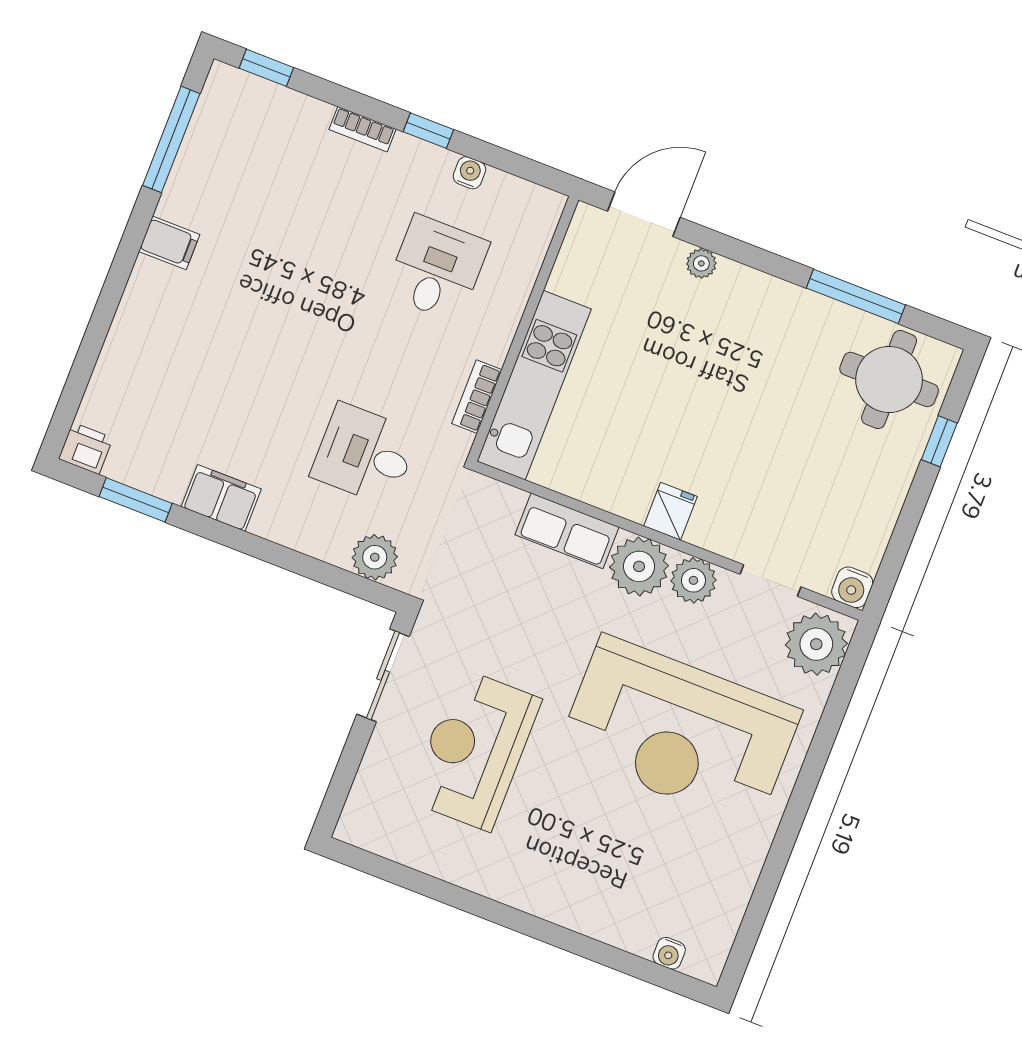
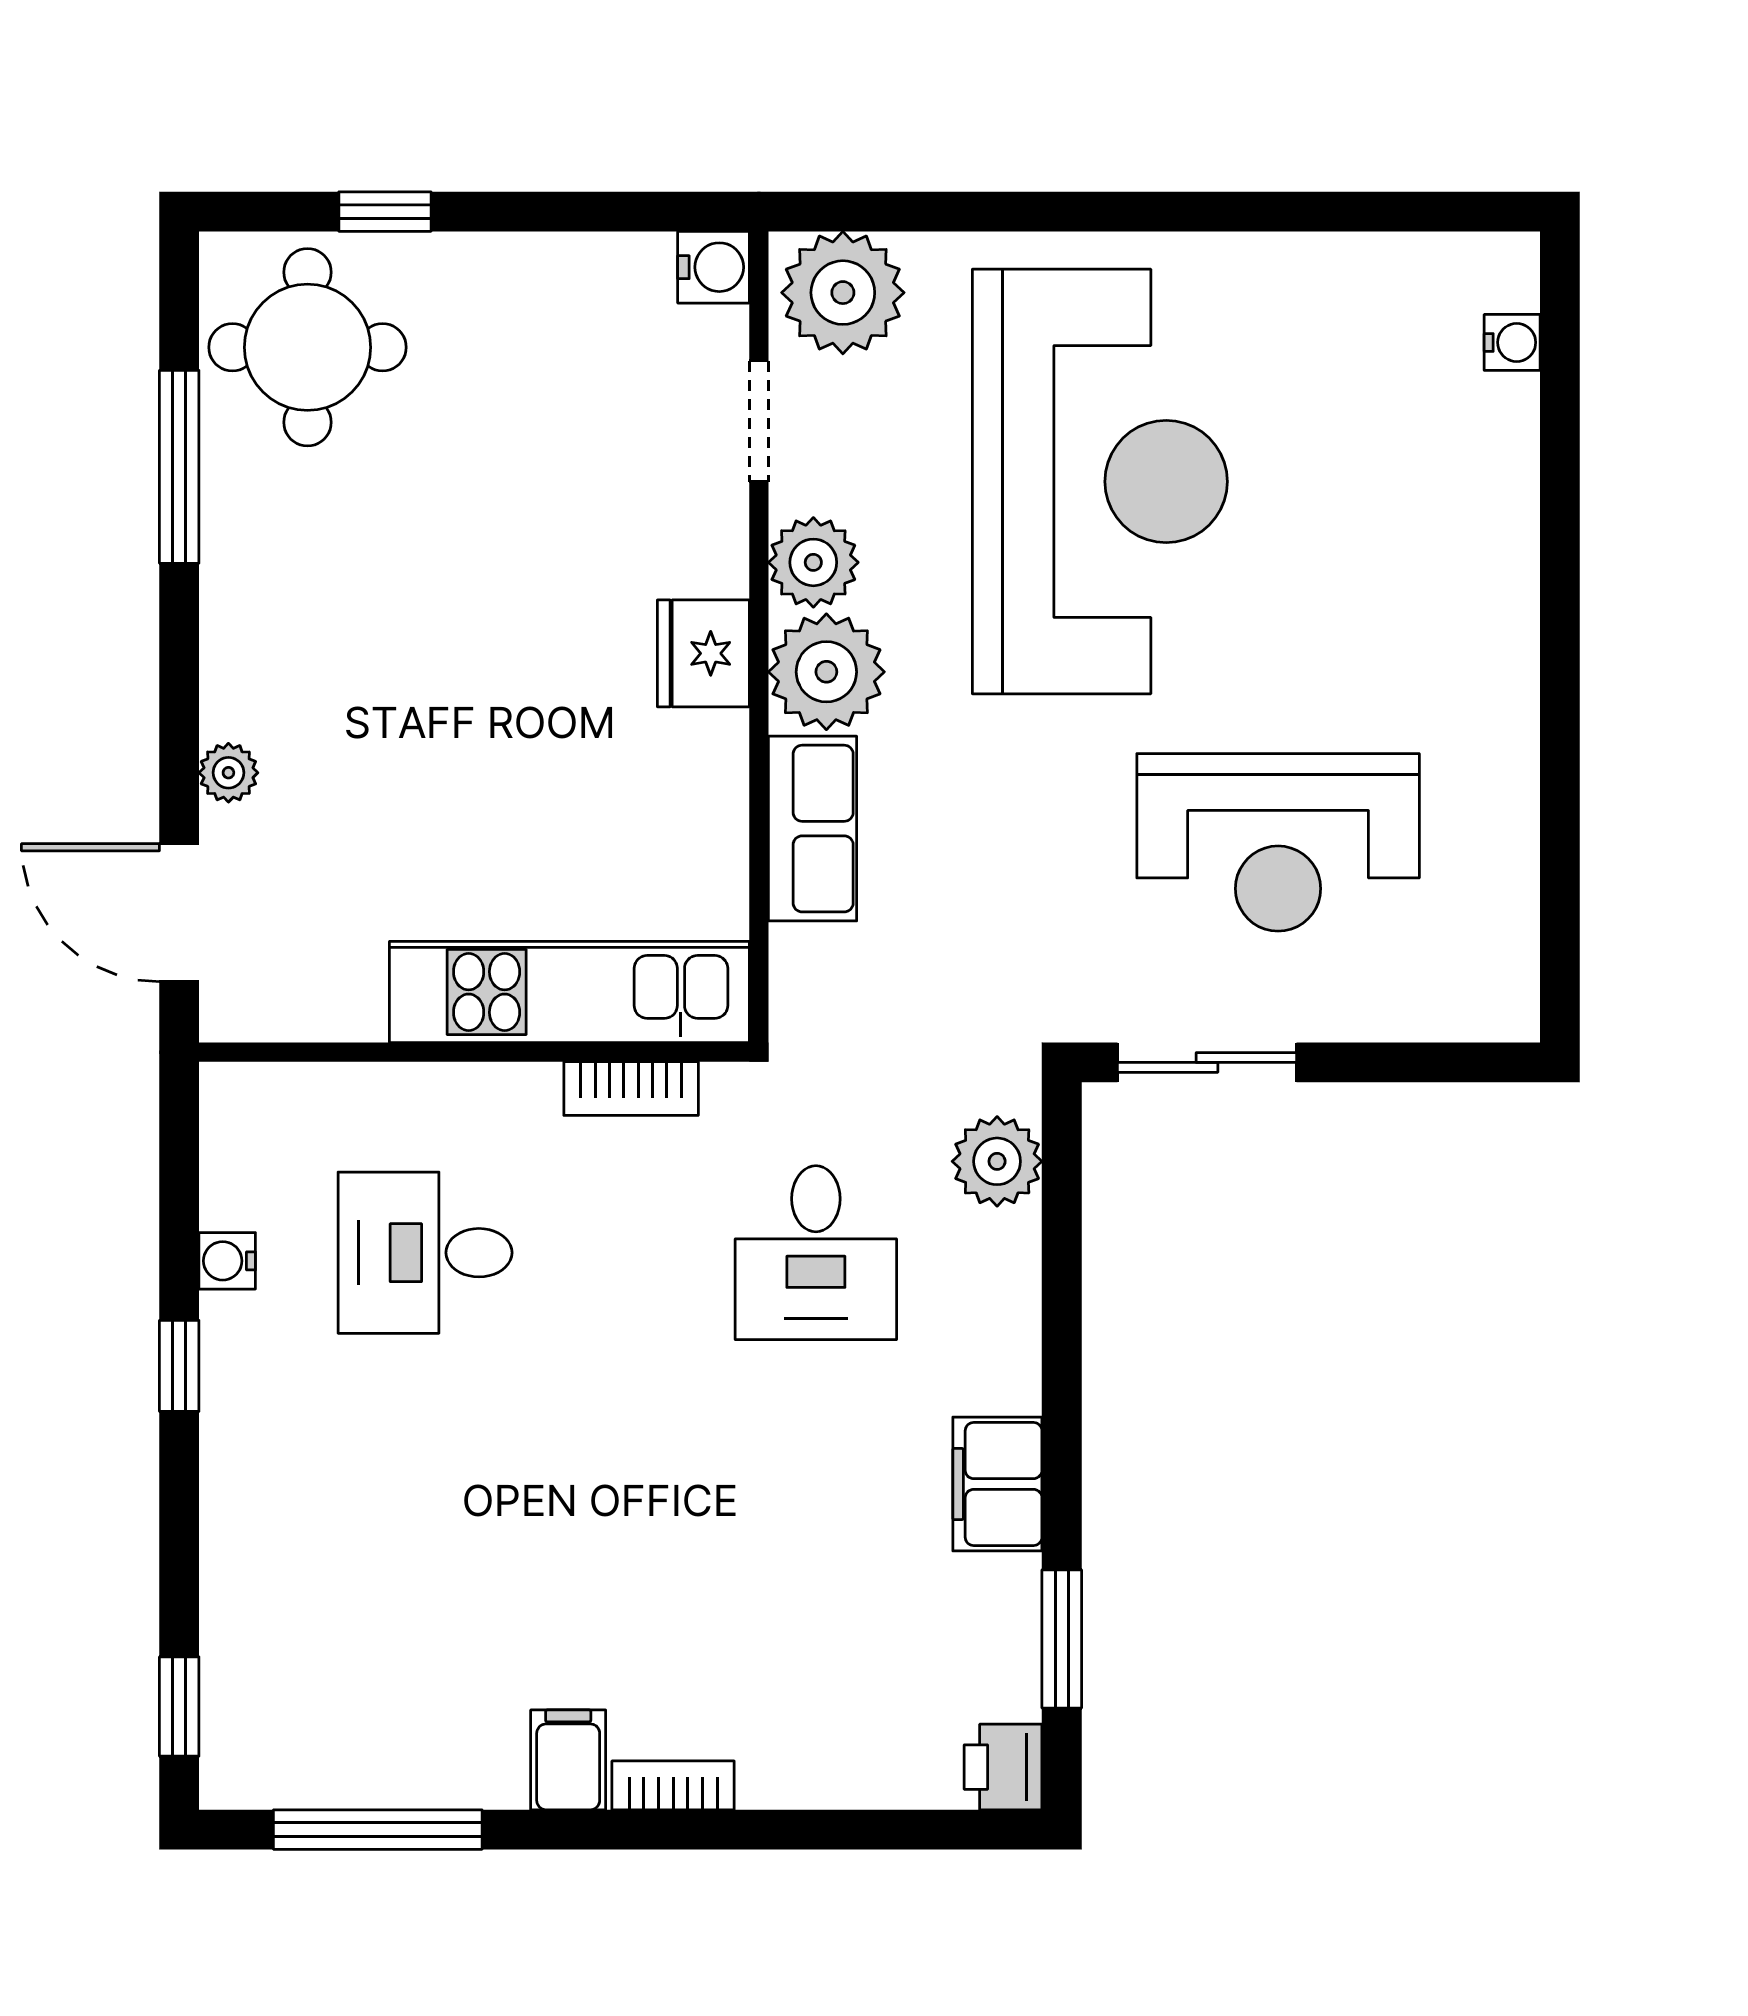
bookcase: (362, 129) -> (673, 1785), moved, turned -90
fridge: (670, 511) -> (703, 653), width x1.38

